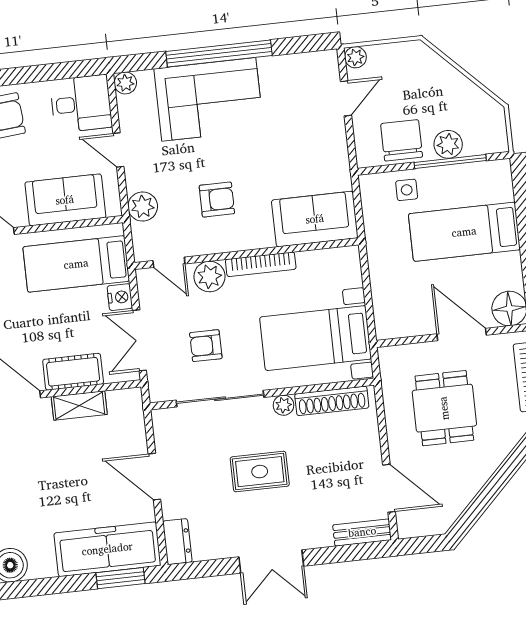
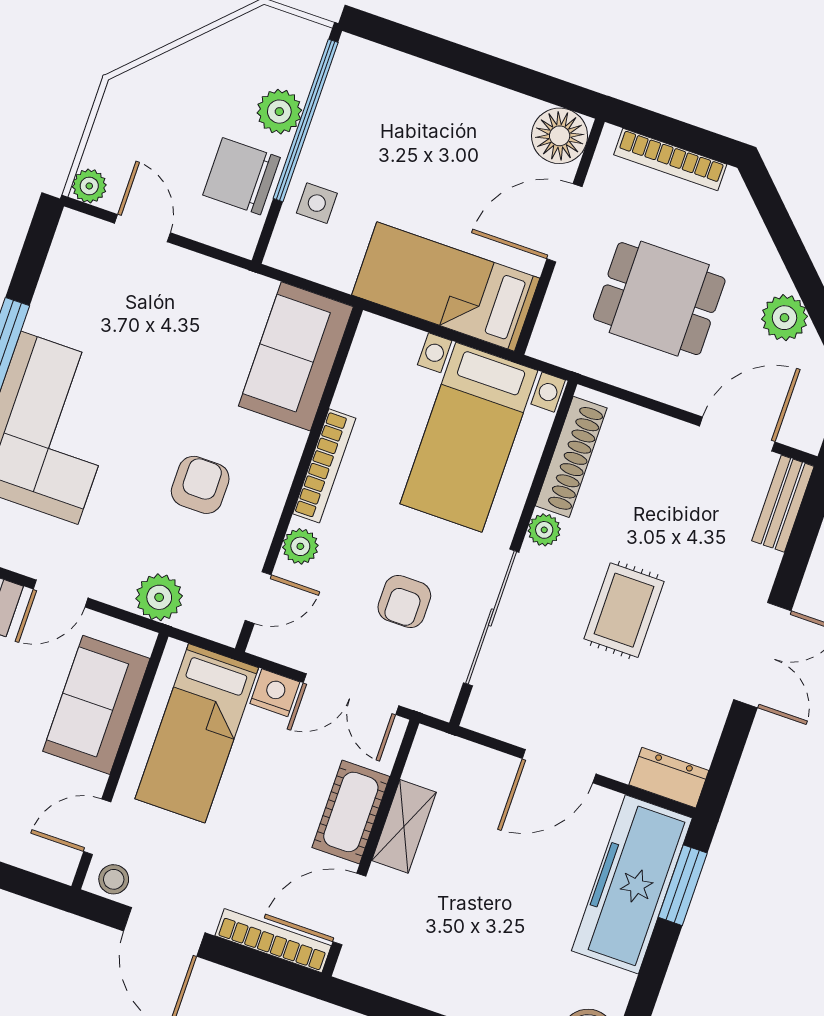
window: (450, 161) -> (306, 120), width x1.46
bed: (464, 232) -> (446, 287), moved, turned 90
plant: (210, 277) -> (300, 546), width x0.73, depth x0.73
plant: (467, 484) -> (784, 318), added

